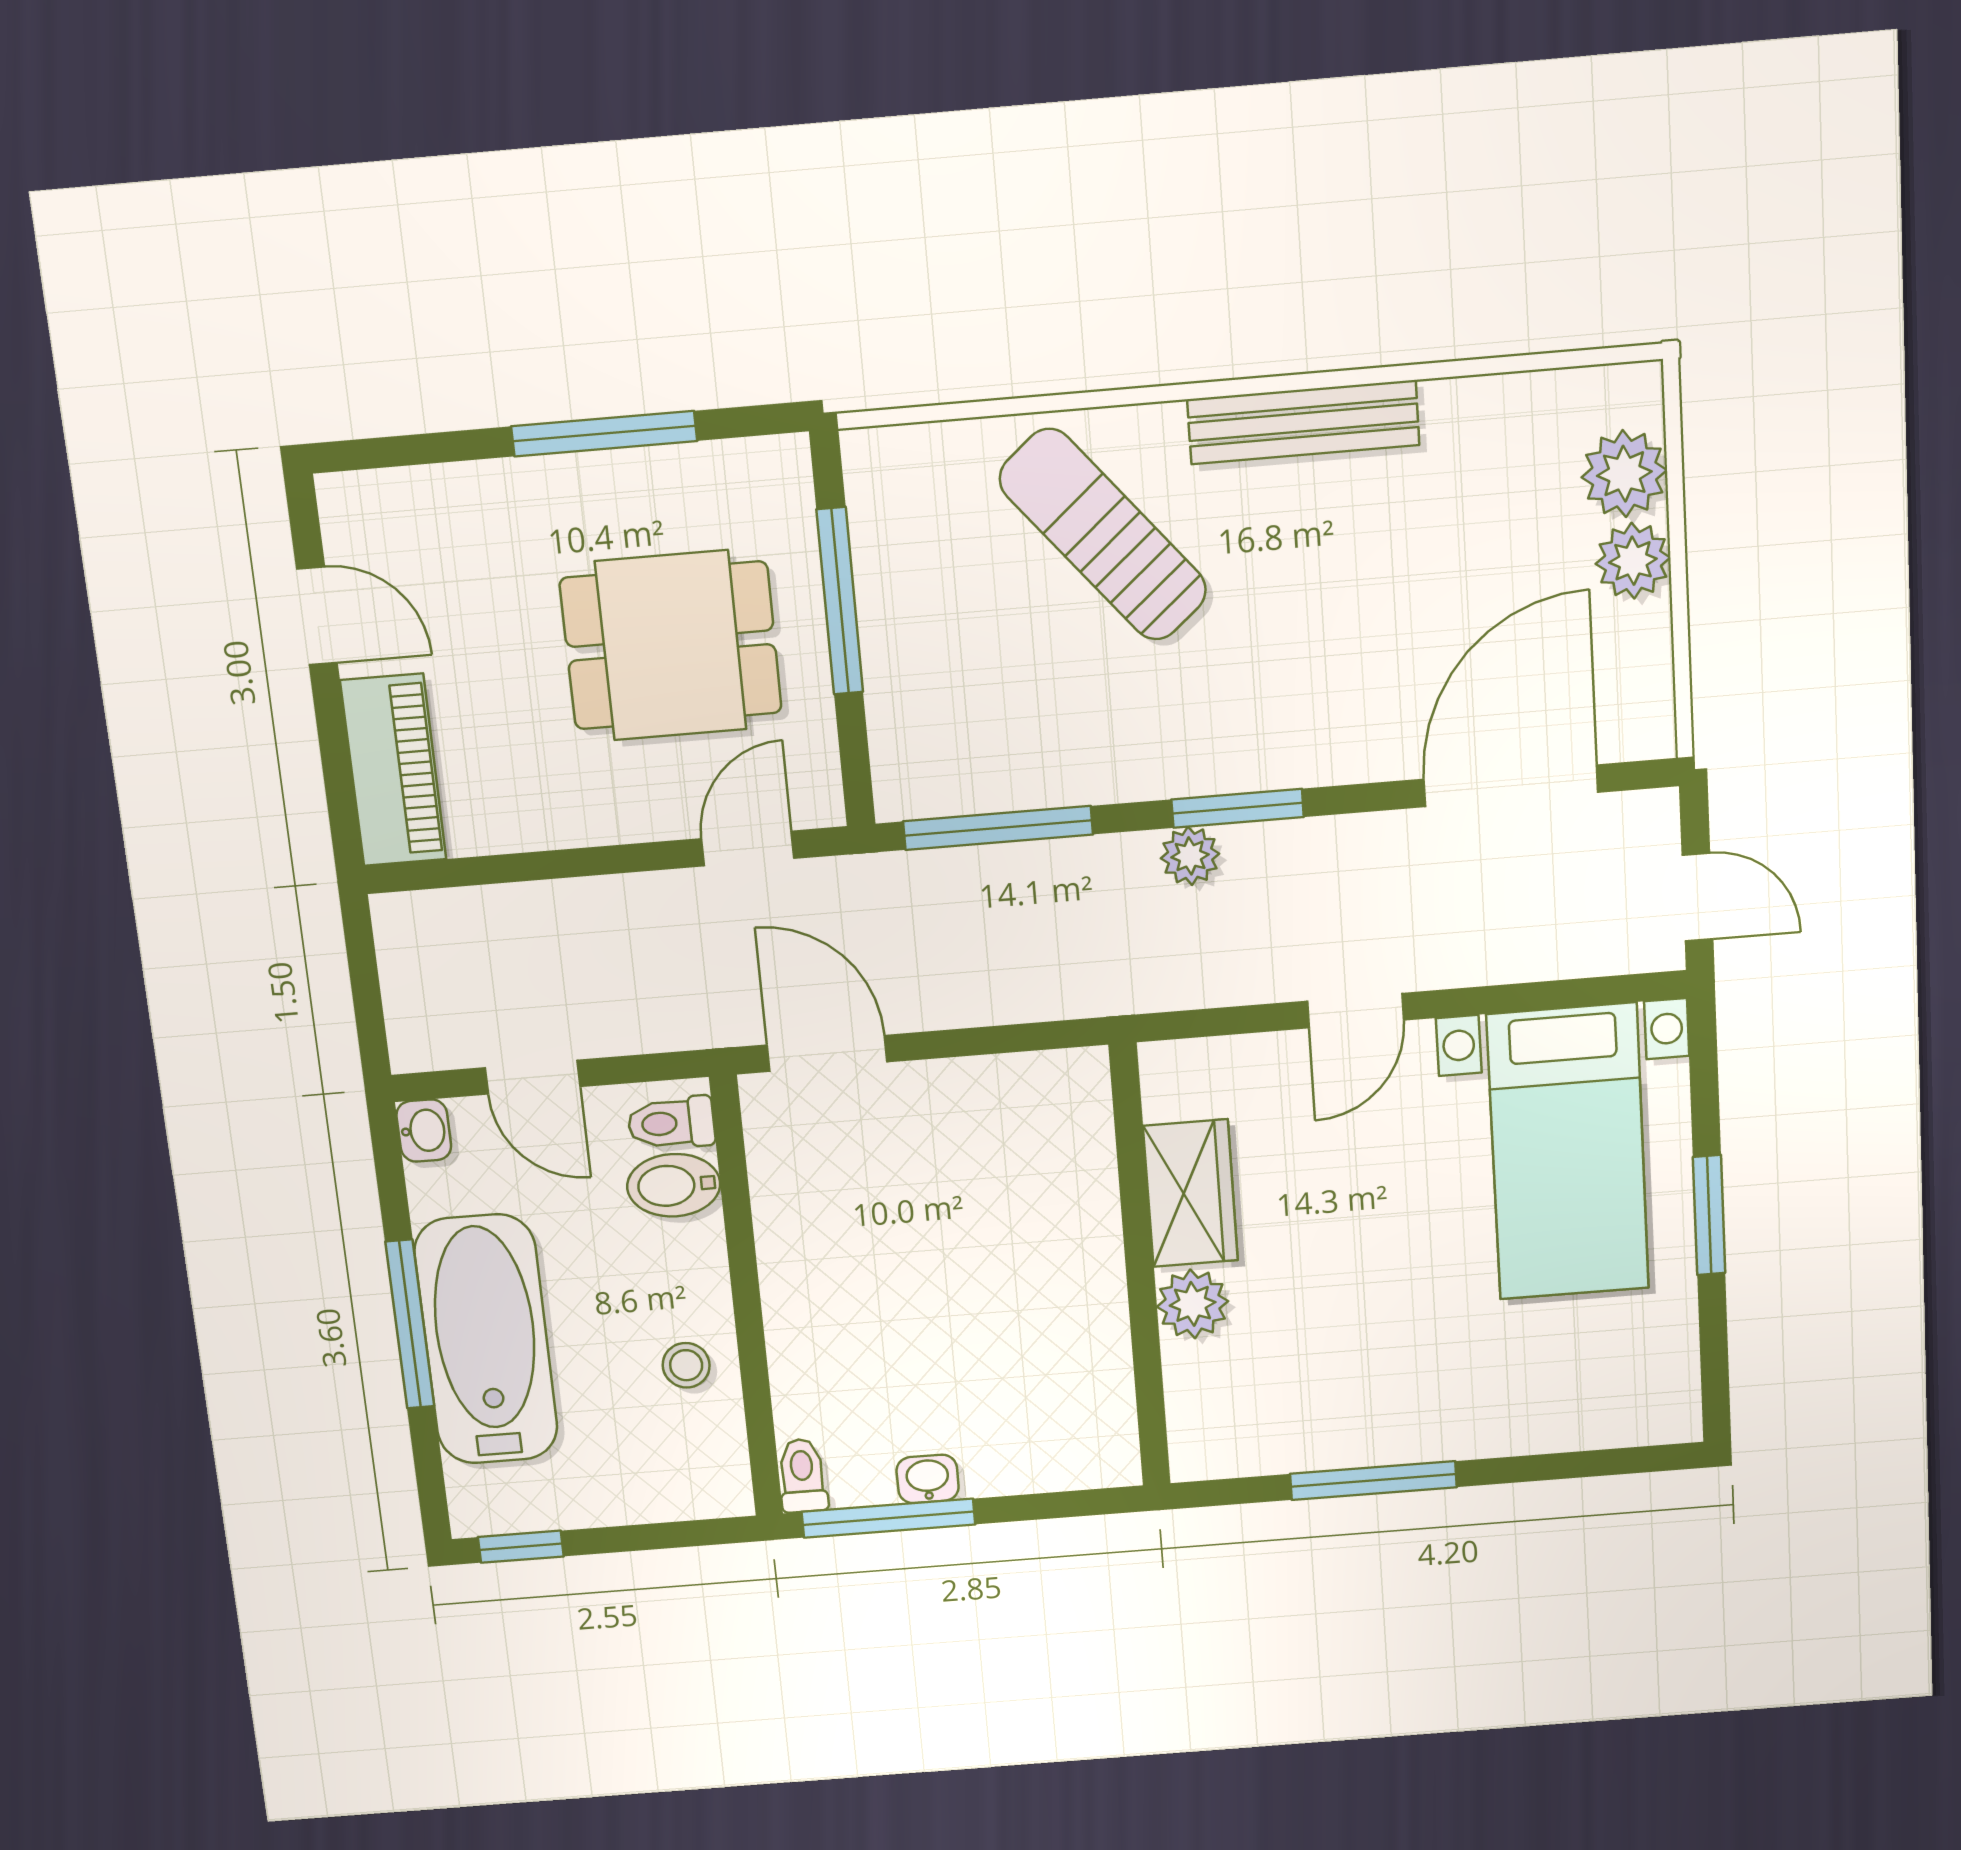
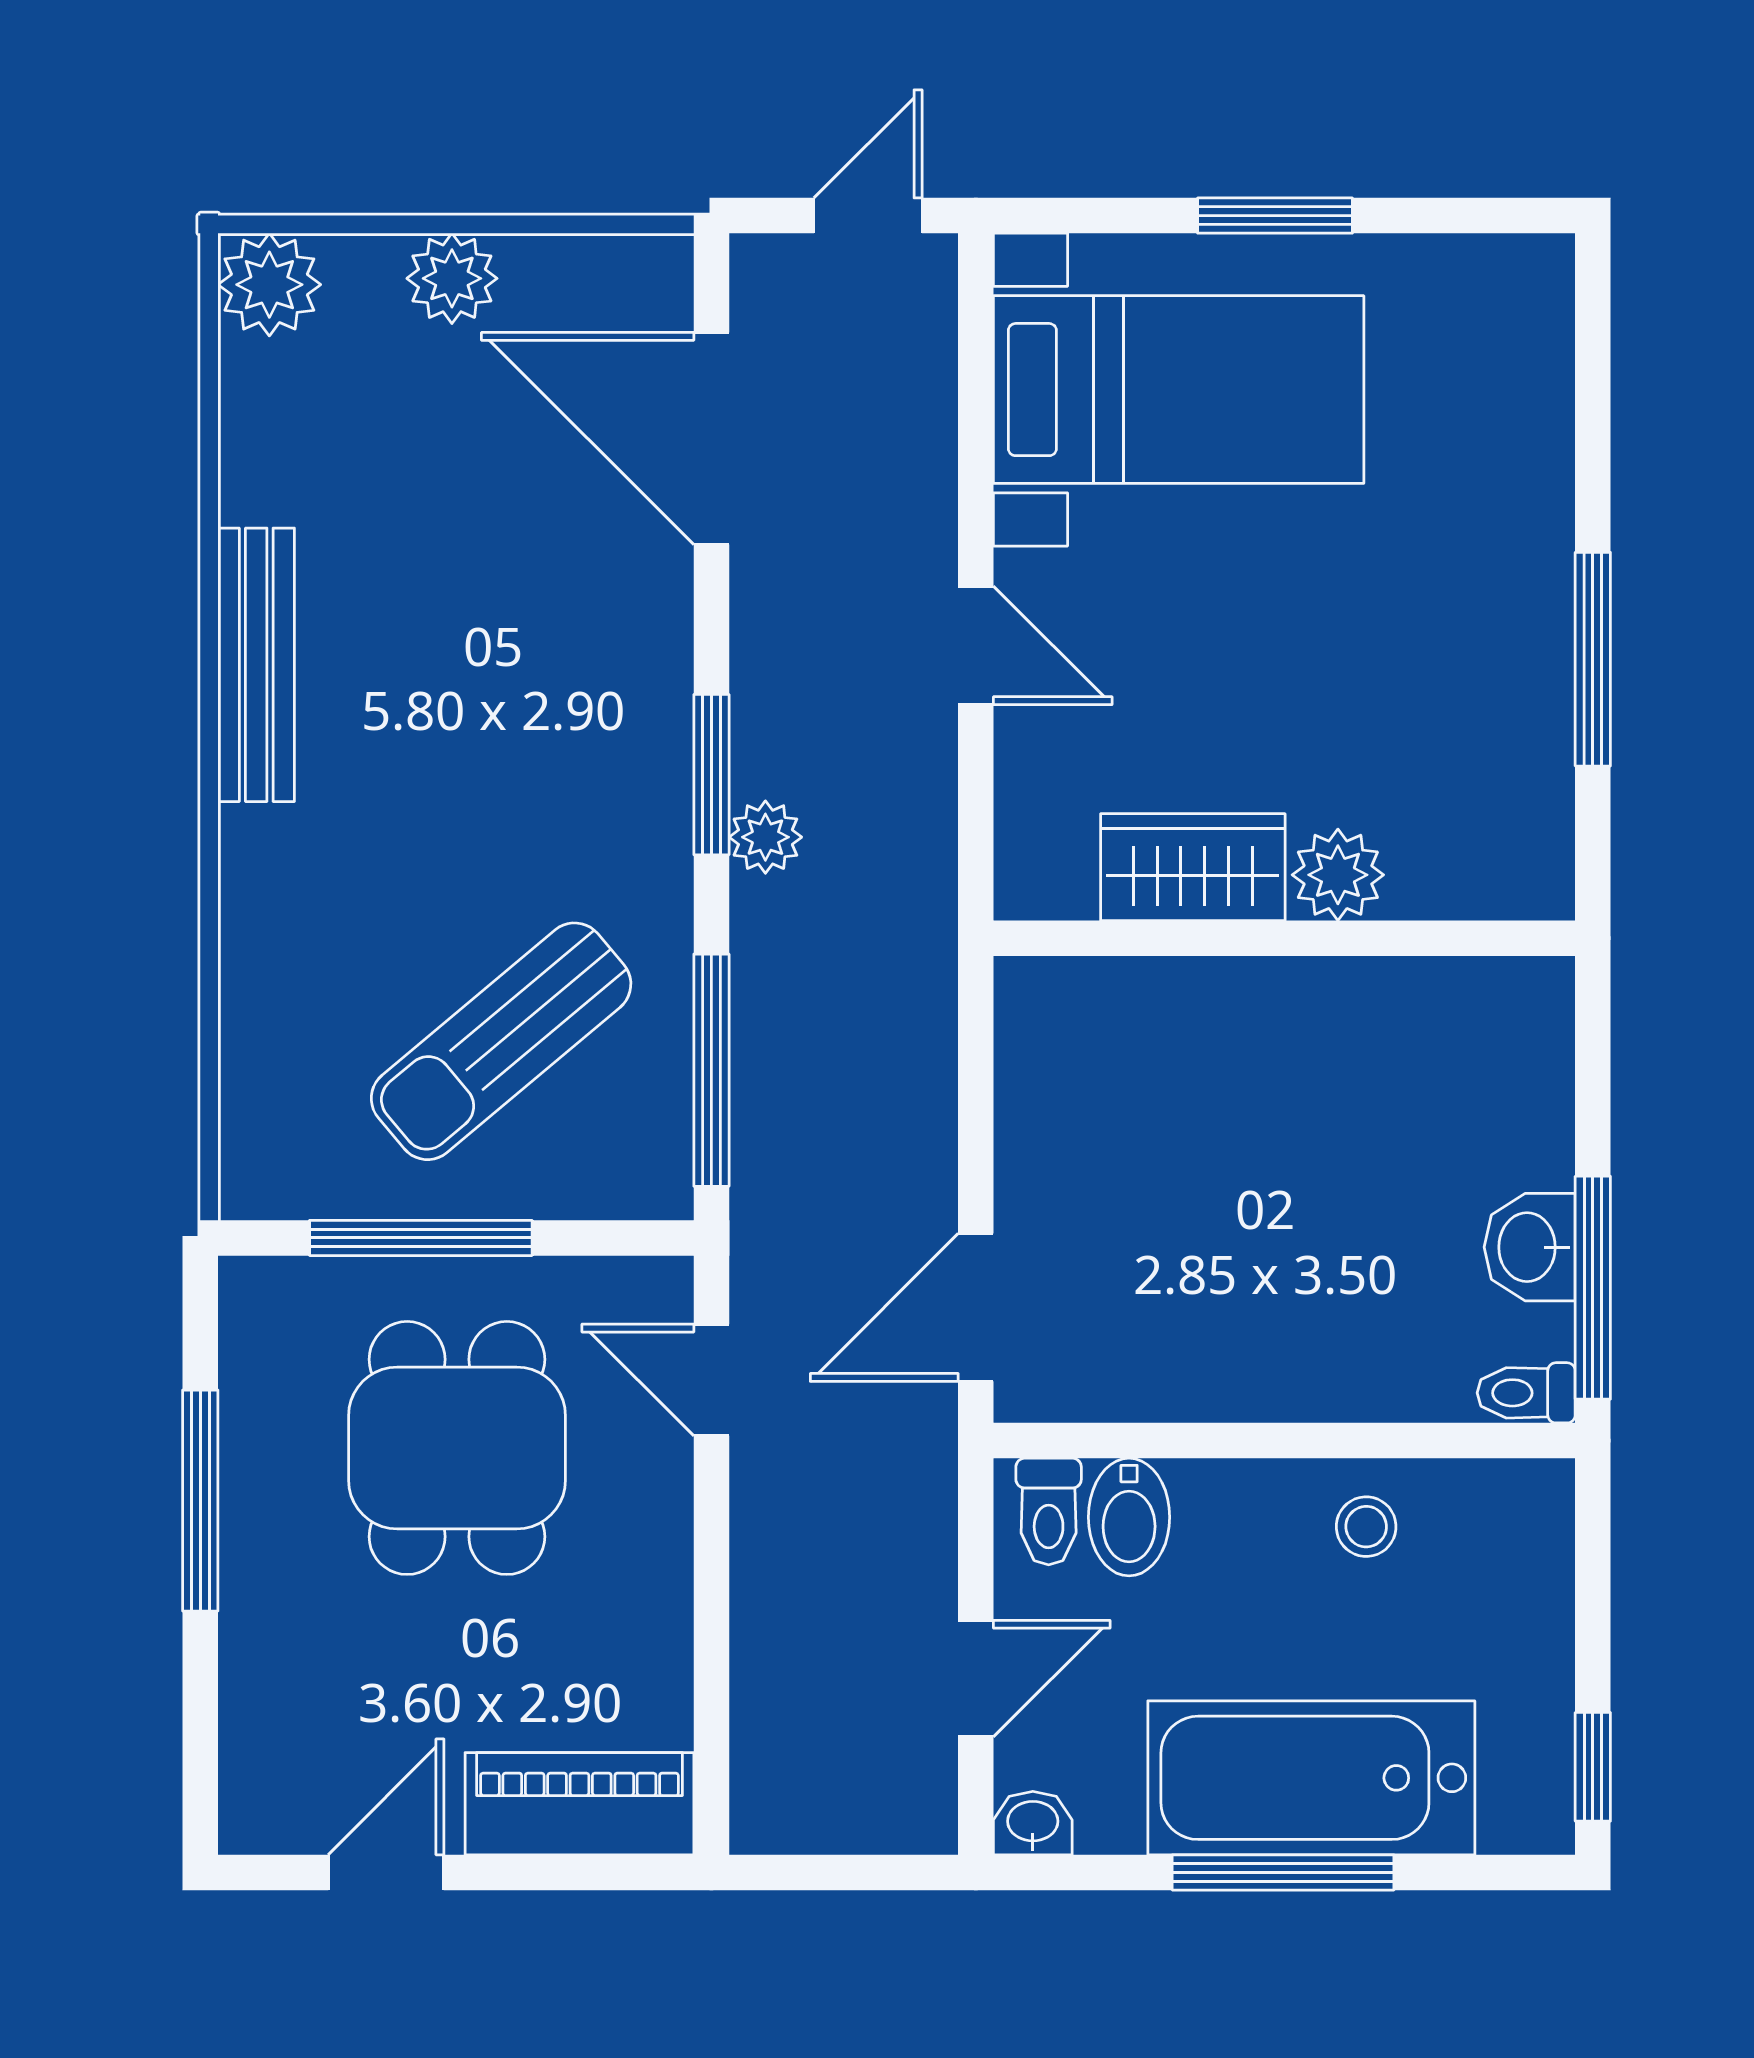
plant: (1624, 474) -> (269, 285), moved
sun lounger: (1103, 535) -> (501, 1041), moved
washbasin: (928, 1479) -> (1530, 1247), width x1.38, depth x1.45

